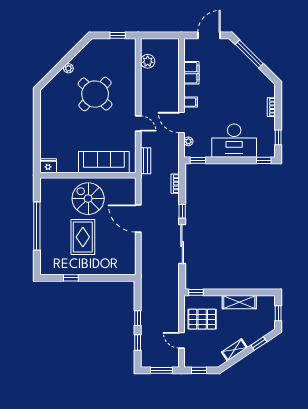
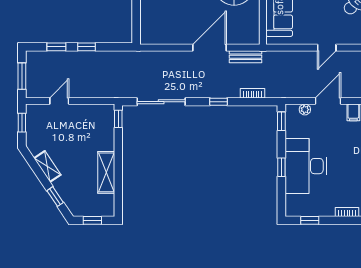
window: (264, 160) -> (281, 167), moved
bench: (146, 161) -> (245, 57), moved
sliding door: (182, 244) -> (161, 102), moved
pallet: (202, 319) -> (85, 127), removed

